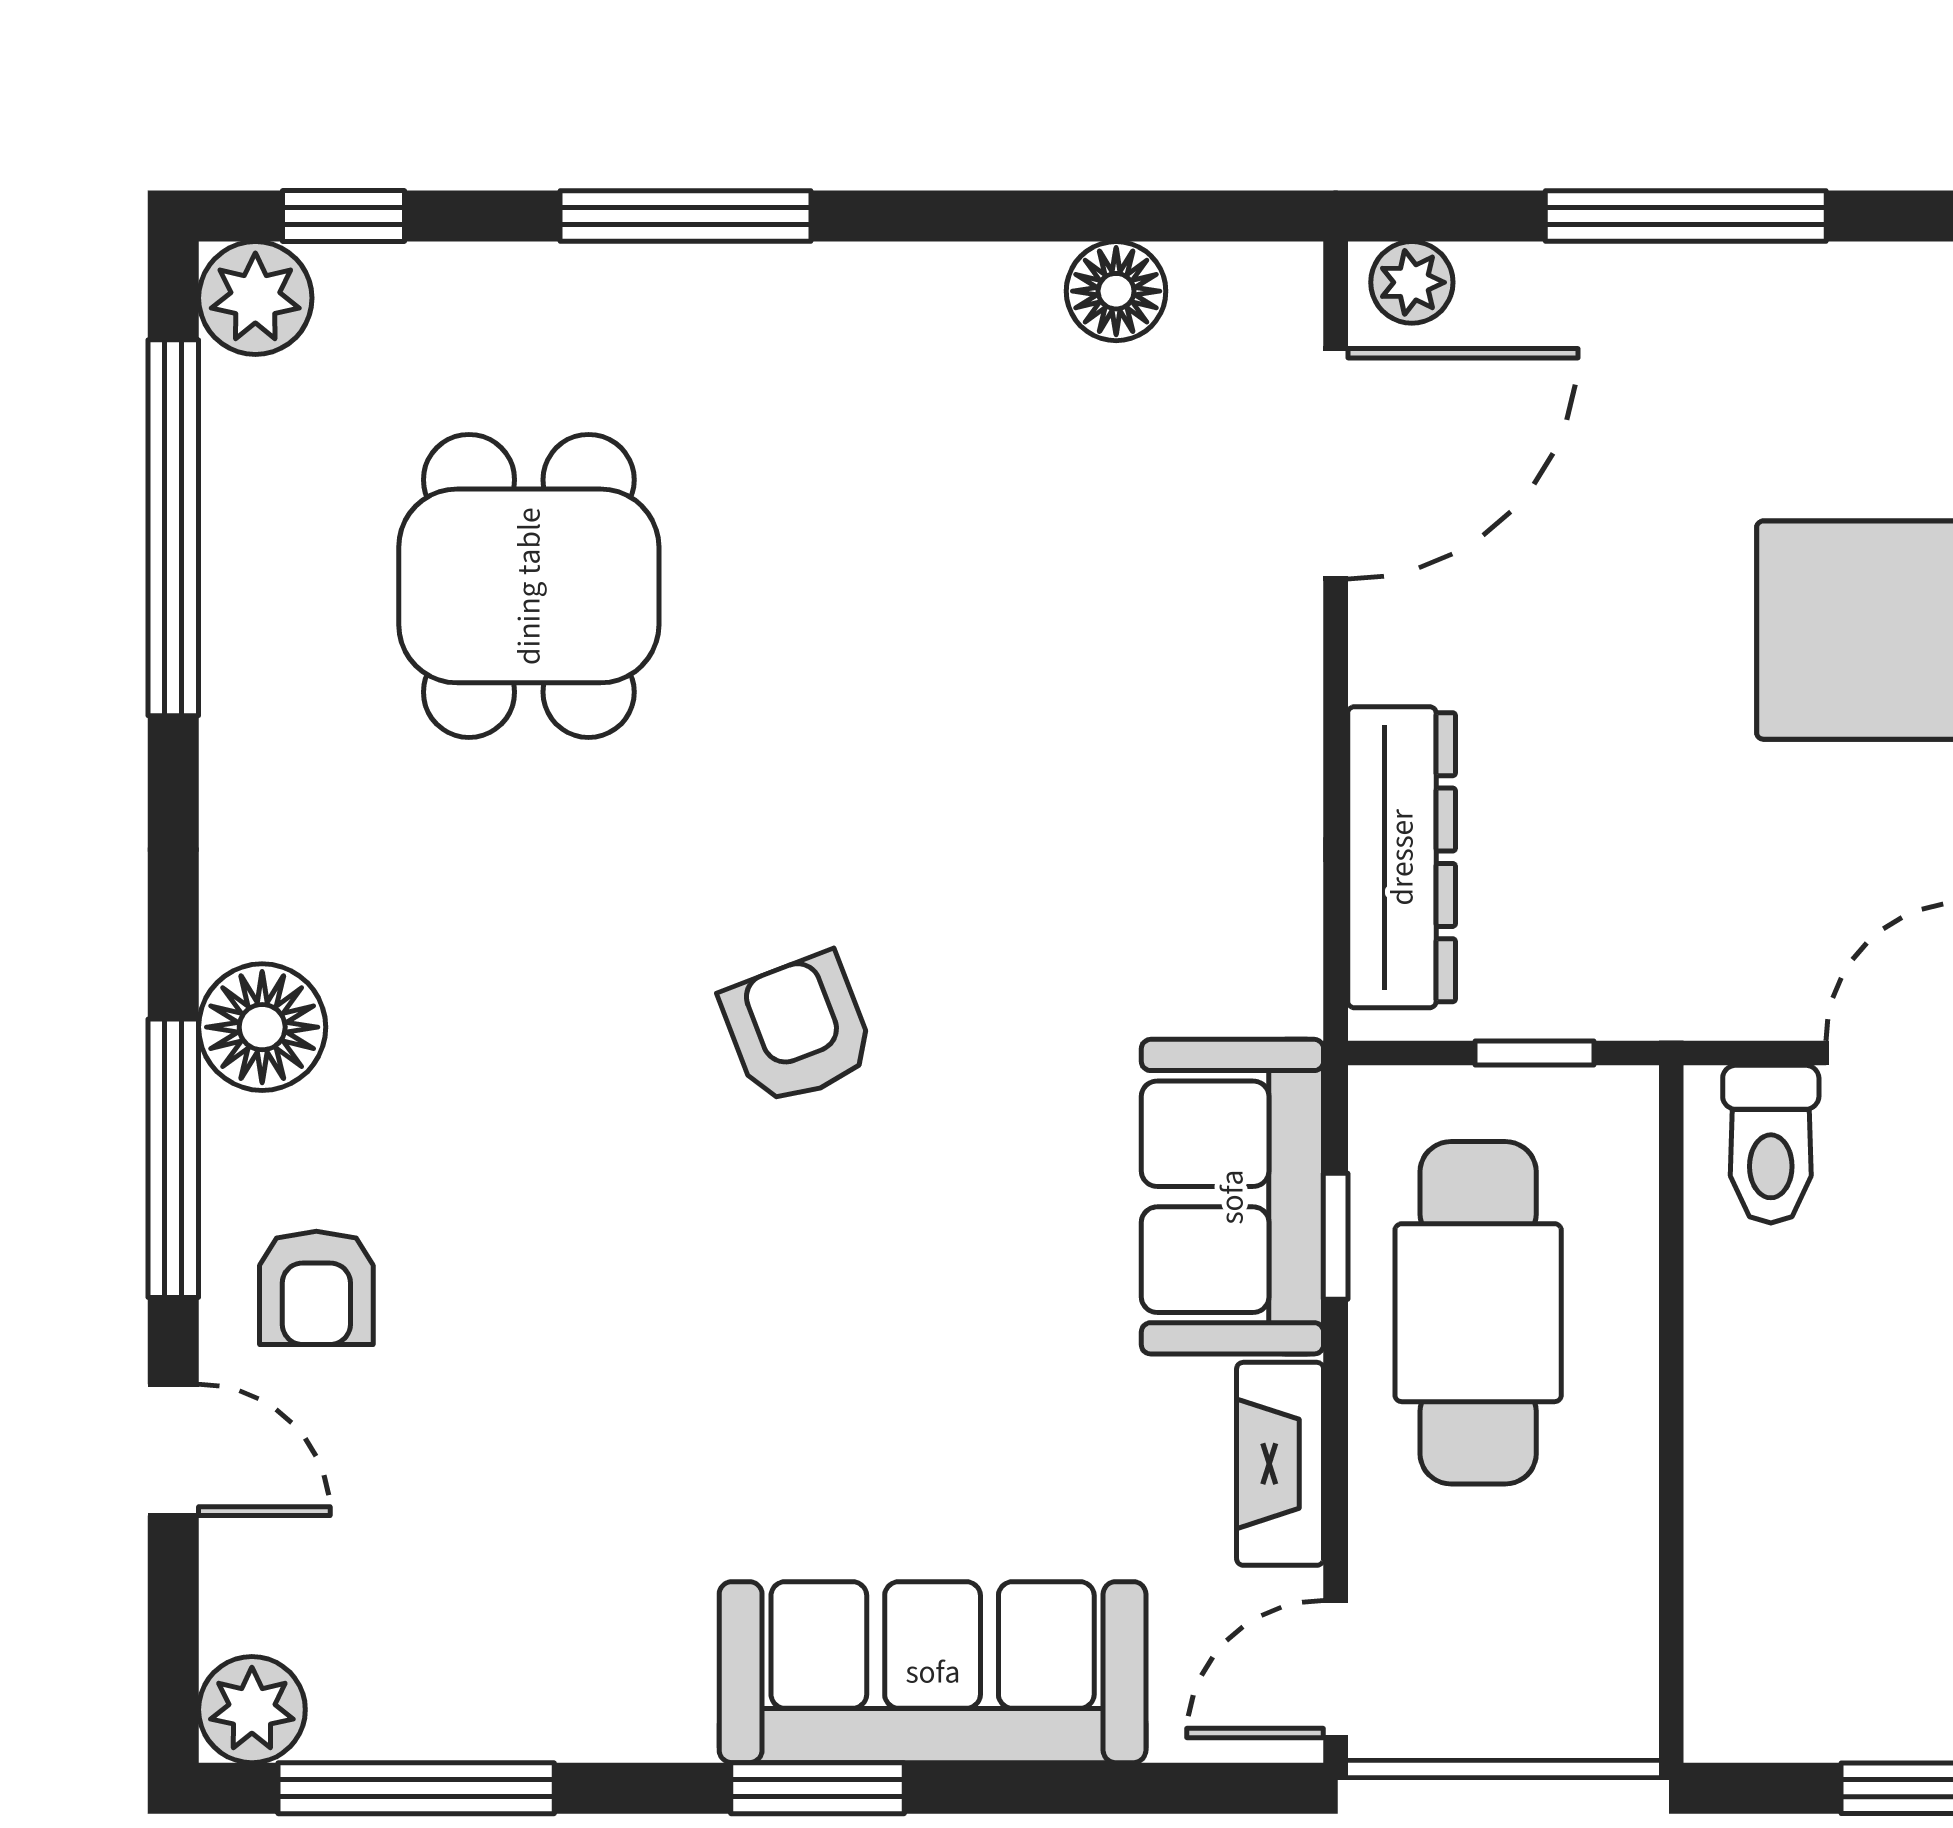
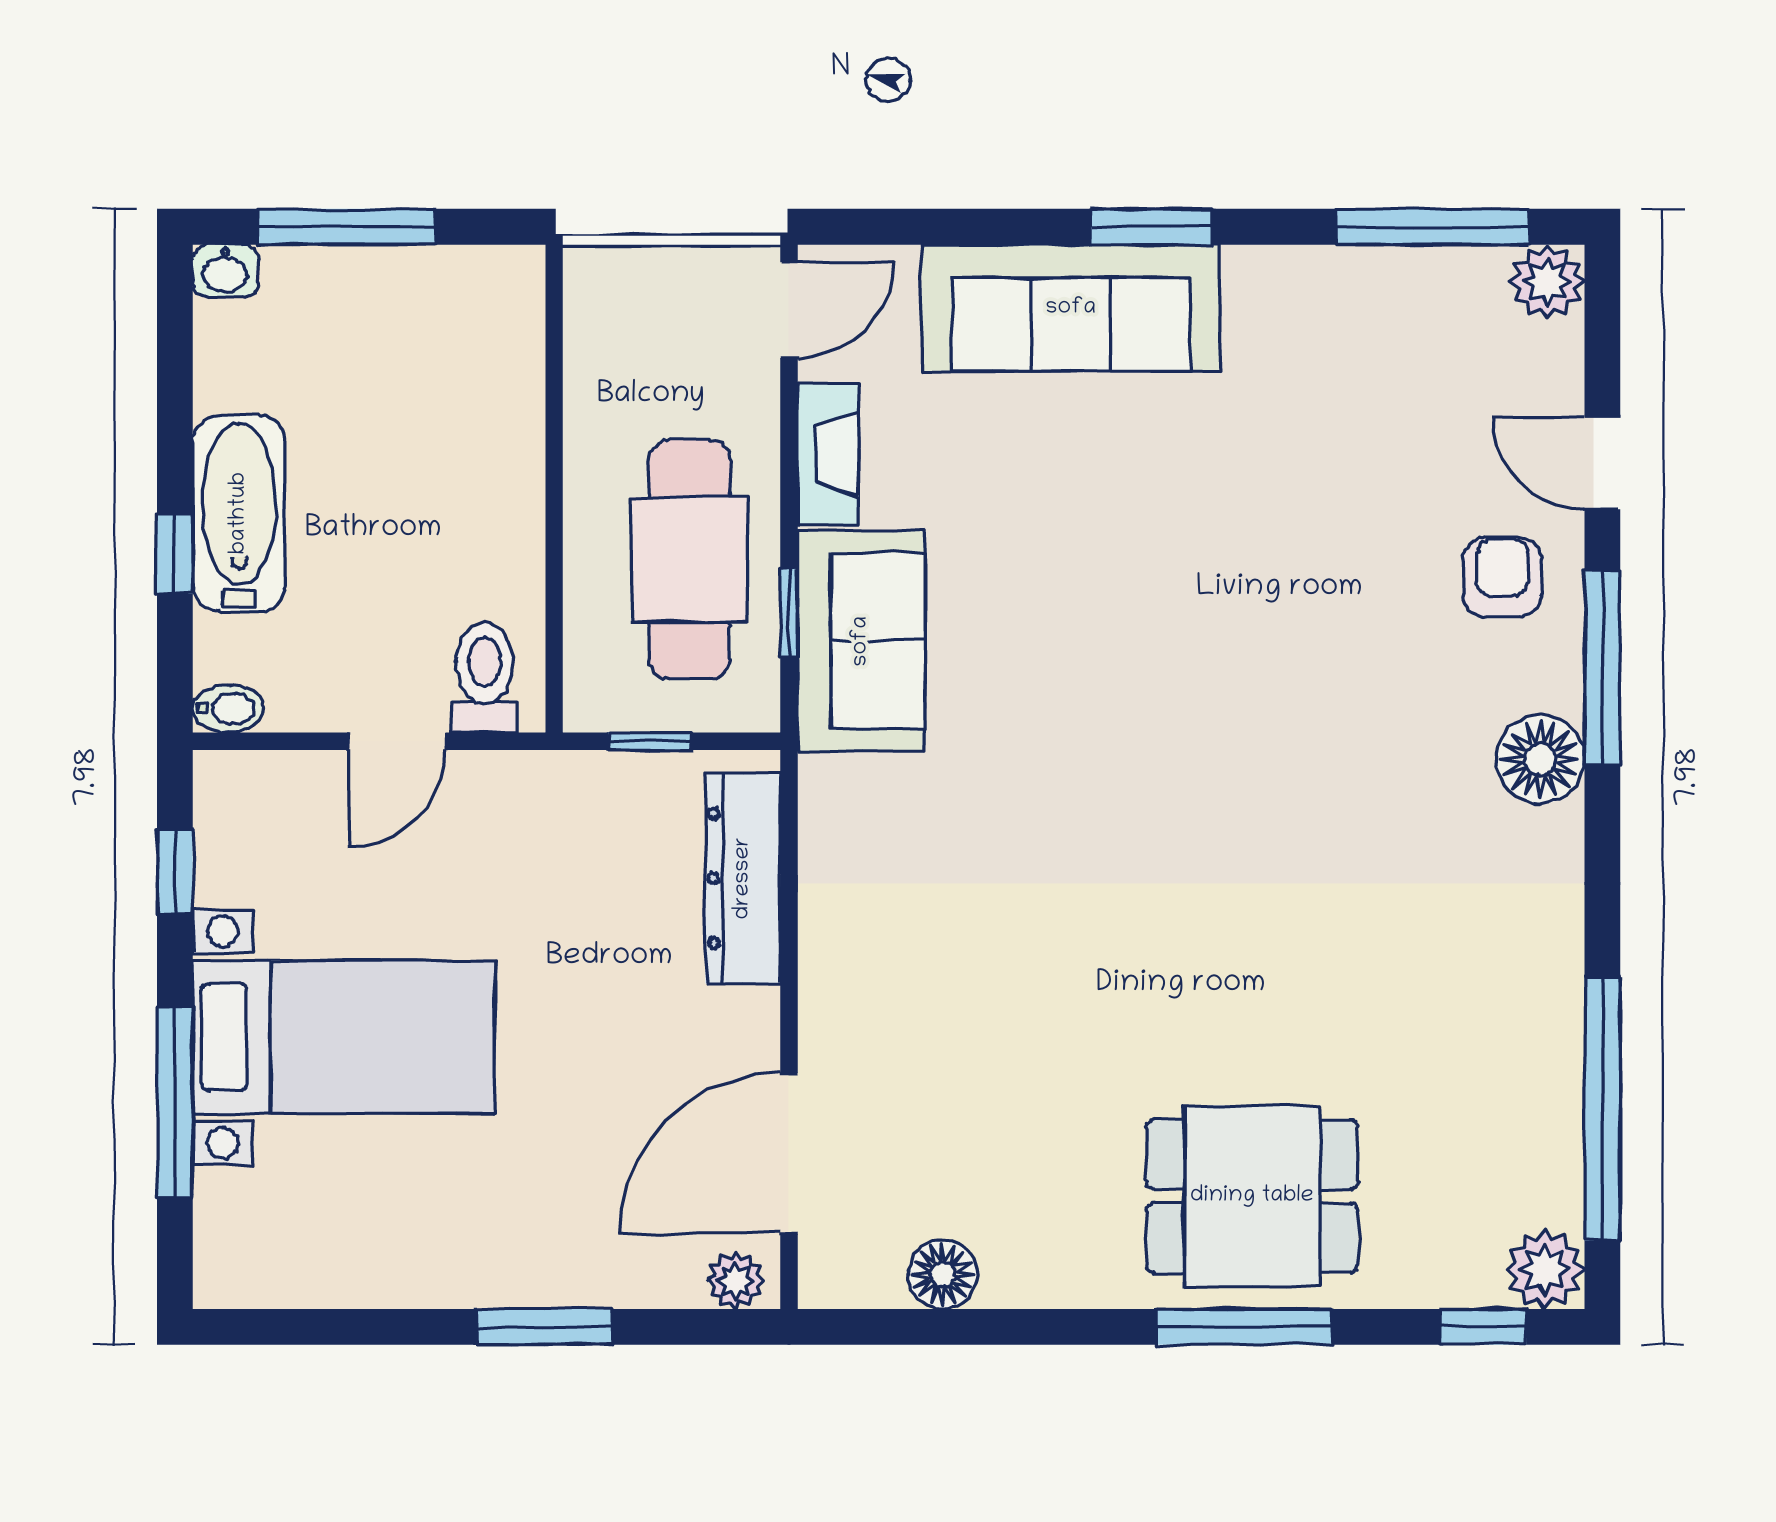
window: (1686, 216) -> (544, 1327), width x0.69
dining table: (529, 586) -> (1252, 1196), moved, turned 90
armchair: (798, 1029) -> (1165, 758), removed

